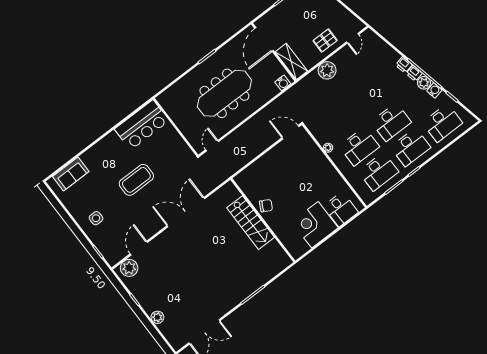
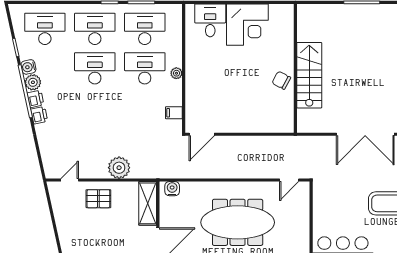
door: (290, 132) -> (202, 134), hinge flipped
filing cabinet: (319, 132) -> (174, 113), added
plant: (328, 148) -> (176, 73), moved

